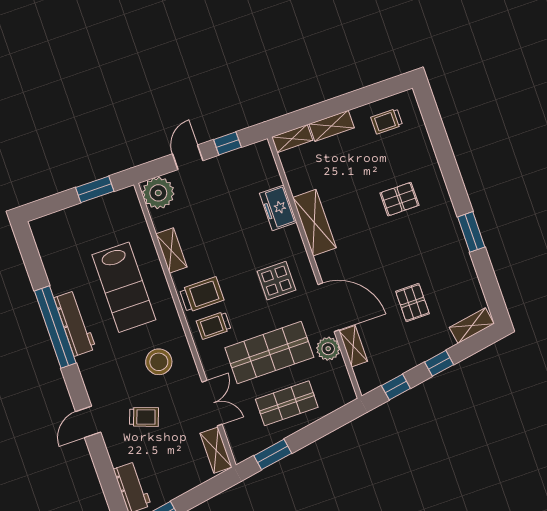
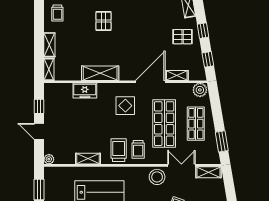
plant: (158, 193) -> (49, 159), width x0.53, depth x0.53
pallet: (413, 303) -> (183, 37), moved
plant: (328, 349) -> (200, 90), moved
stool: (159, 362) -> (157, 177), moved

